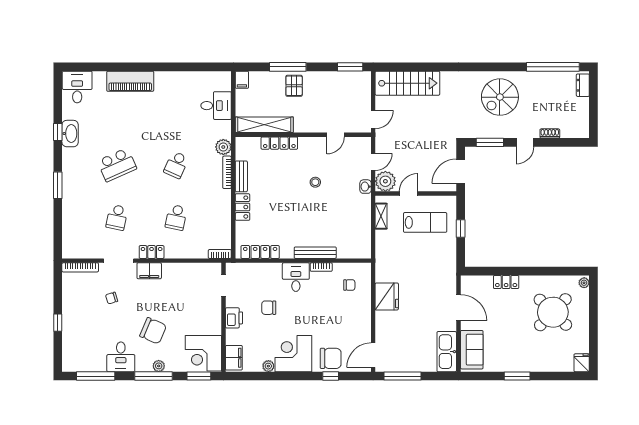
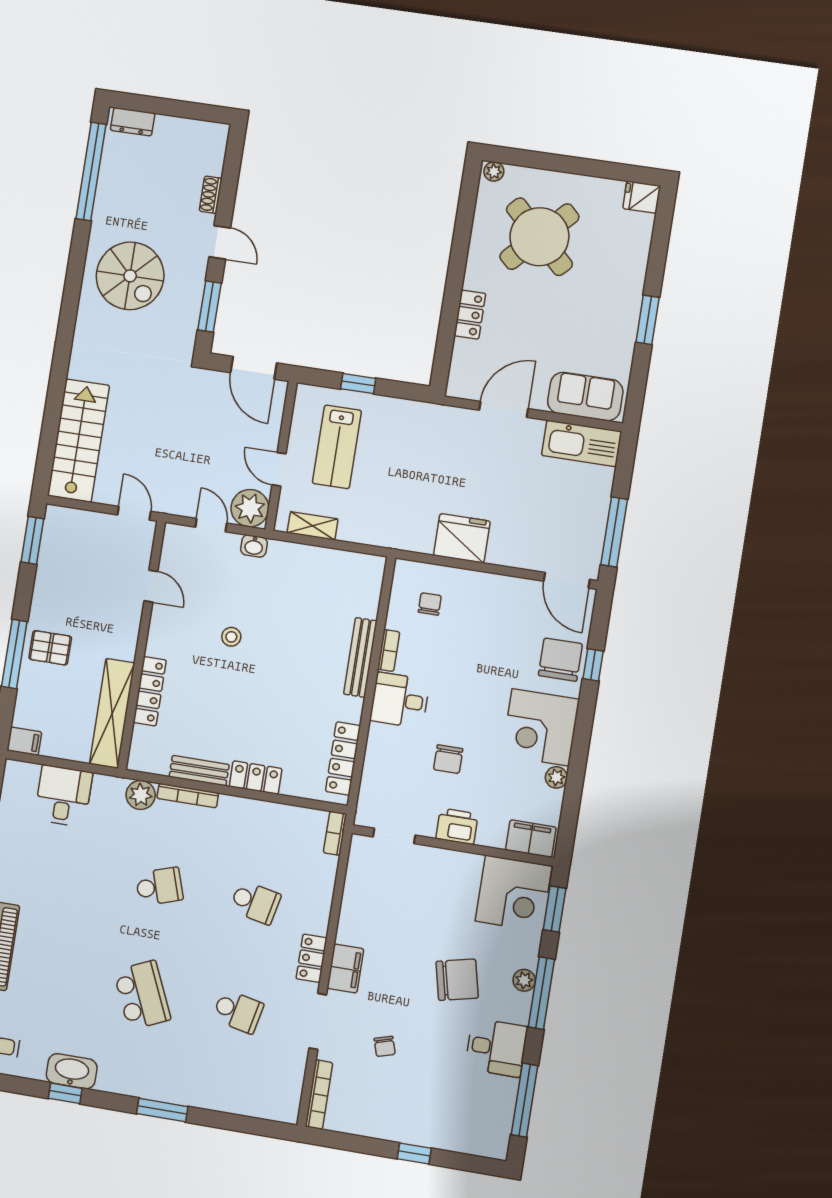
school desk: (176, 165) -> (159, 886), turned -42
lab bench: (425, 222) -> (337, 447), turned 180
chair: (153, 331) -> (457, 980), turned 54

